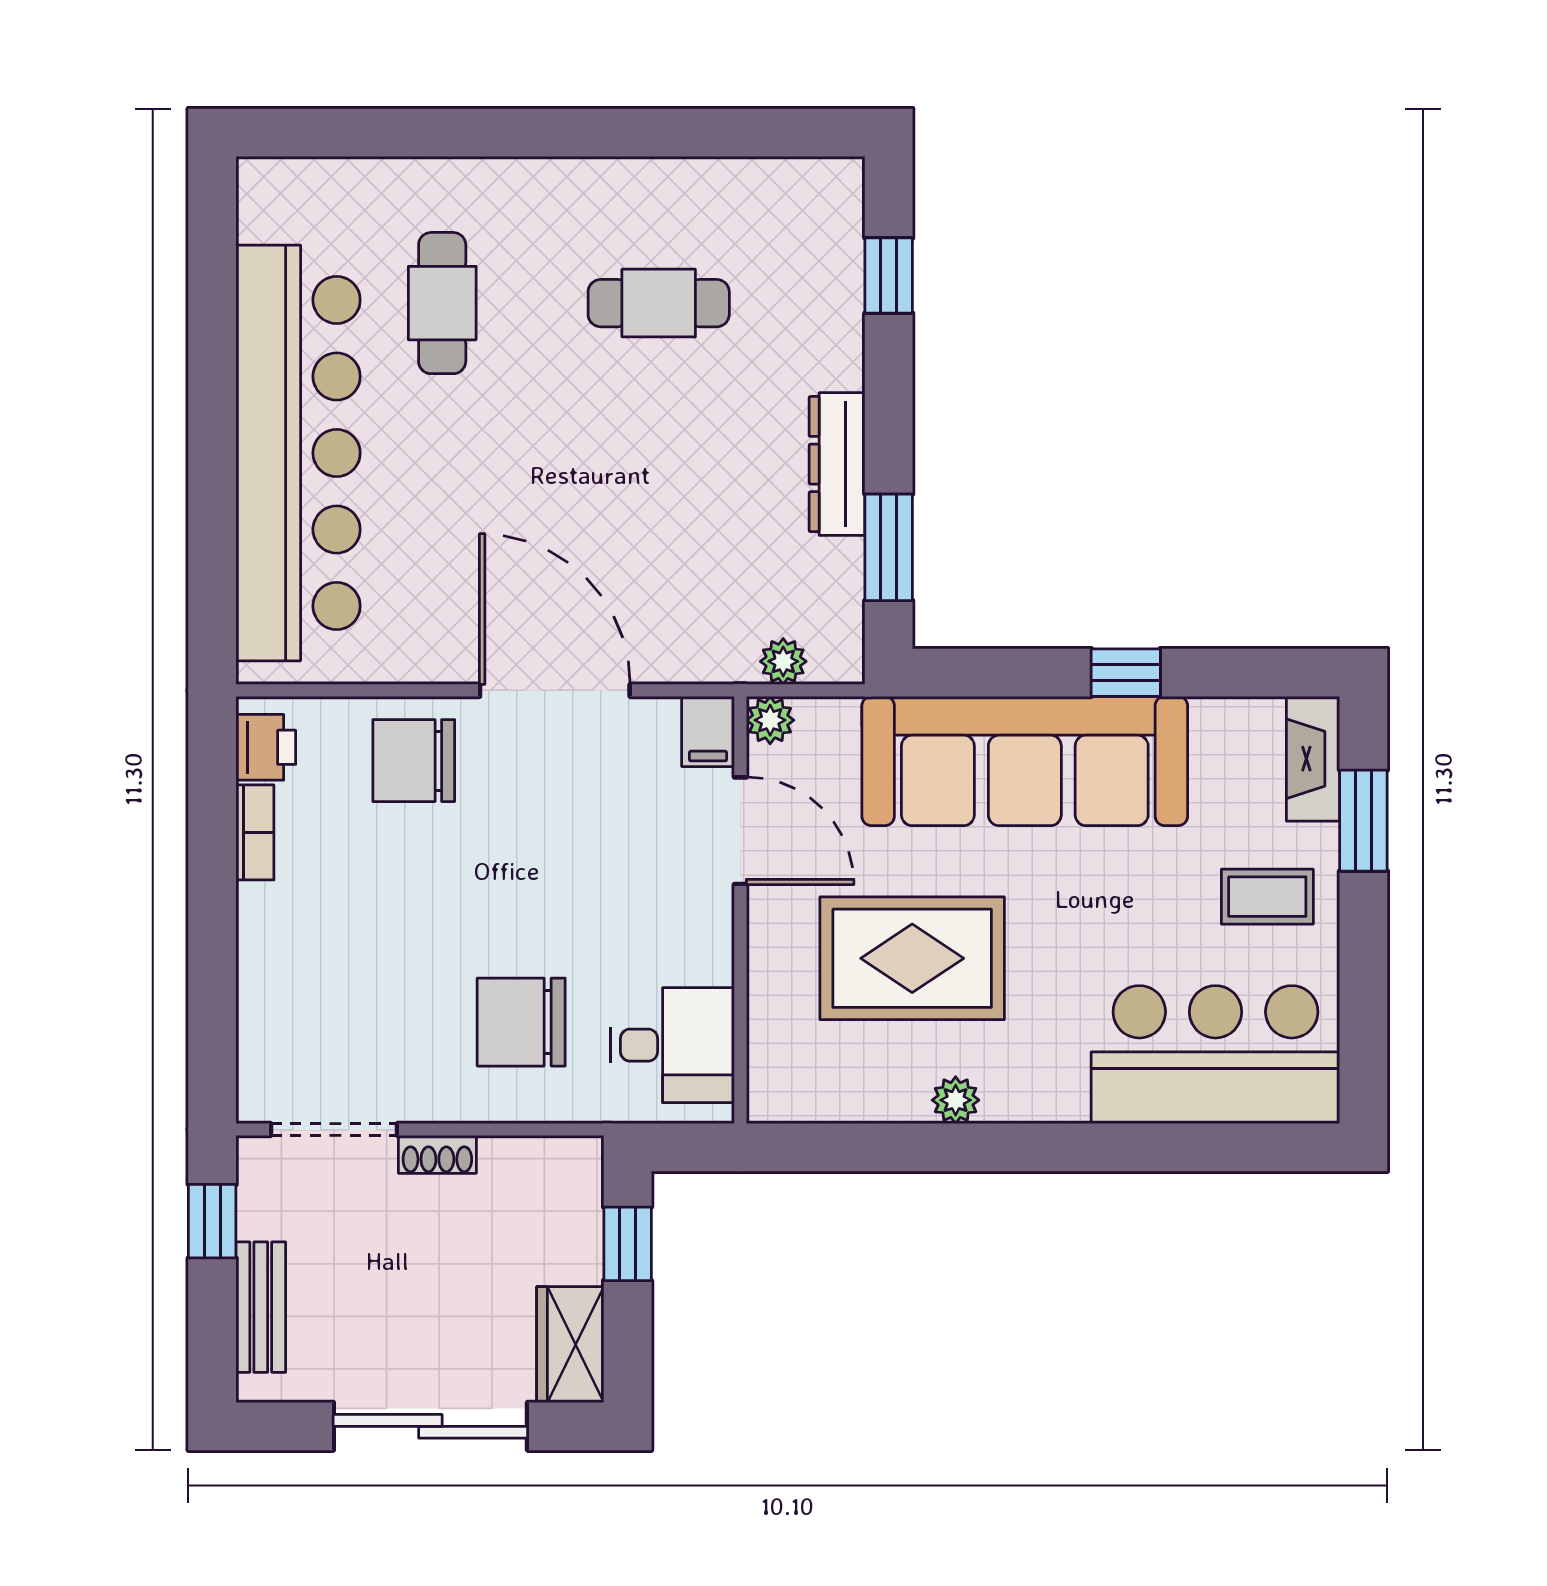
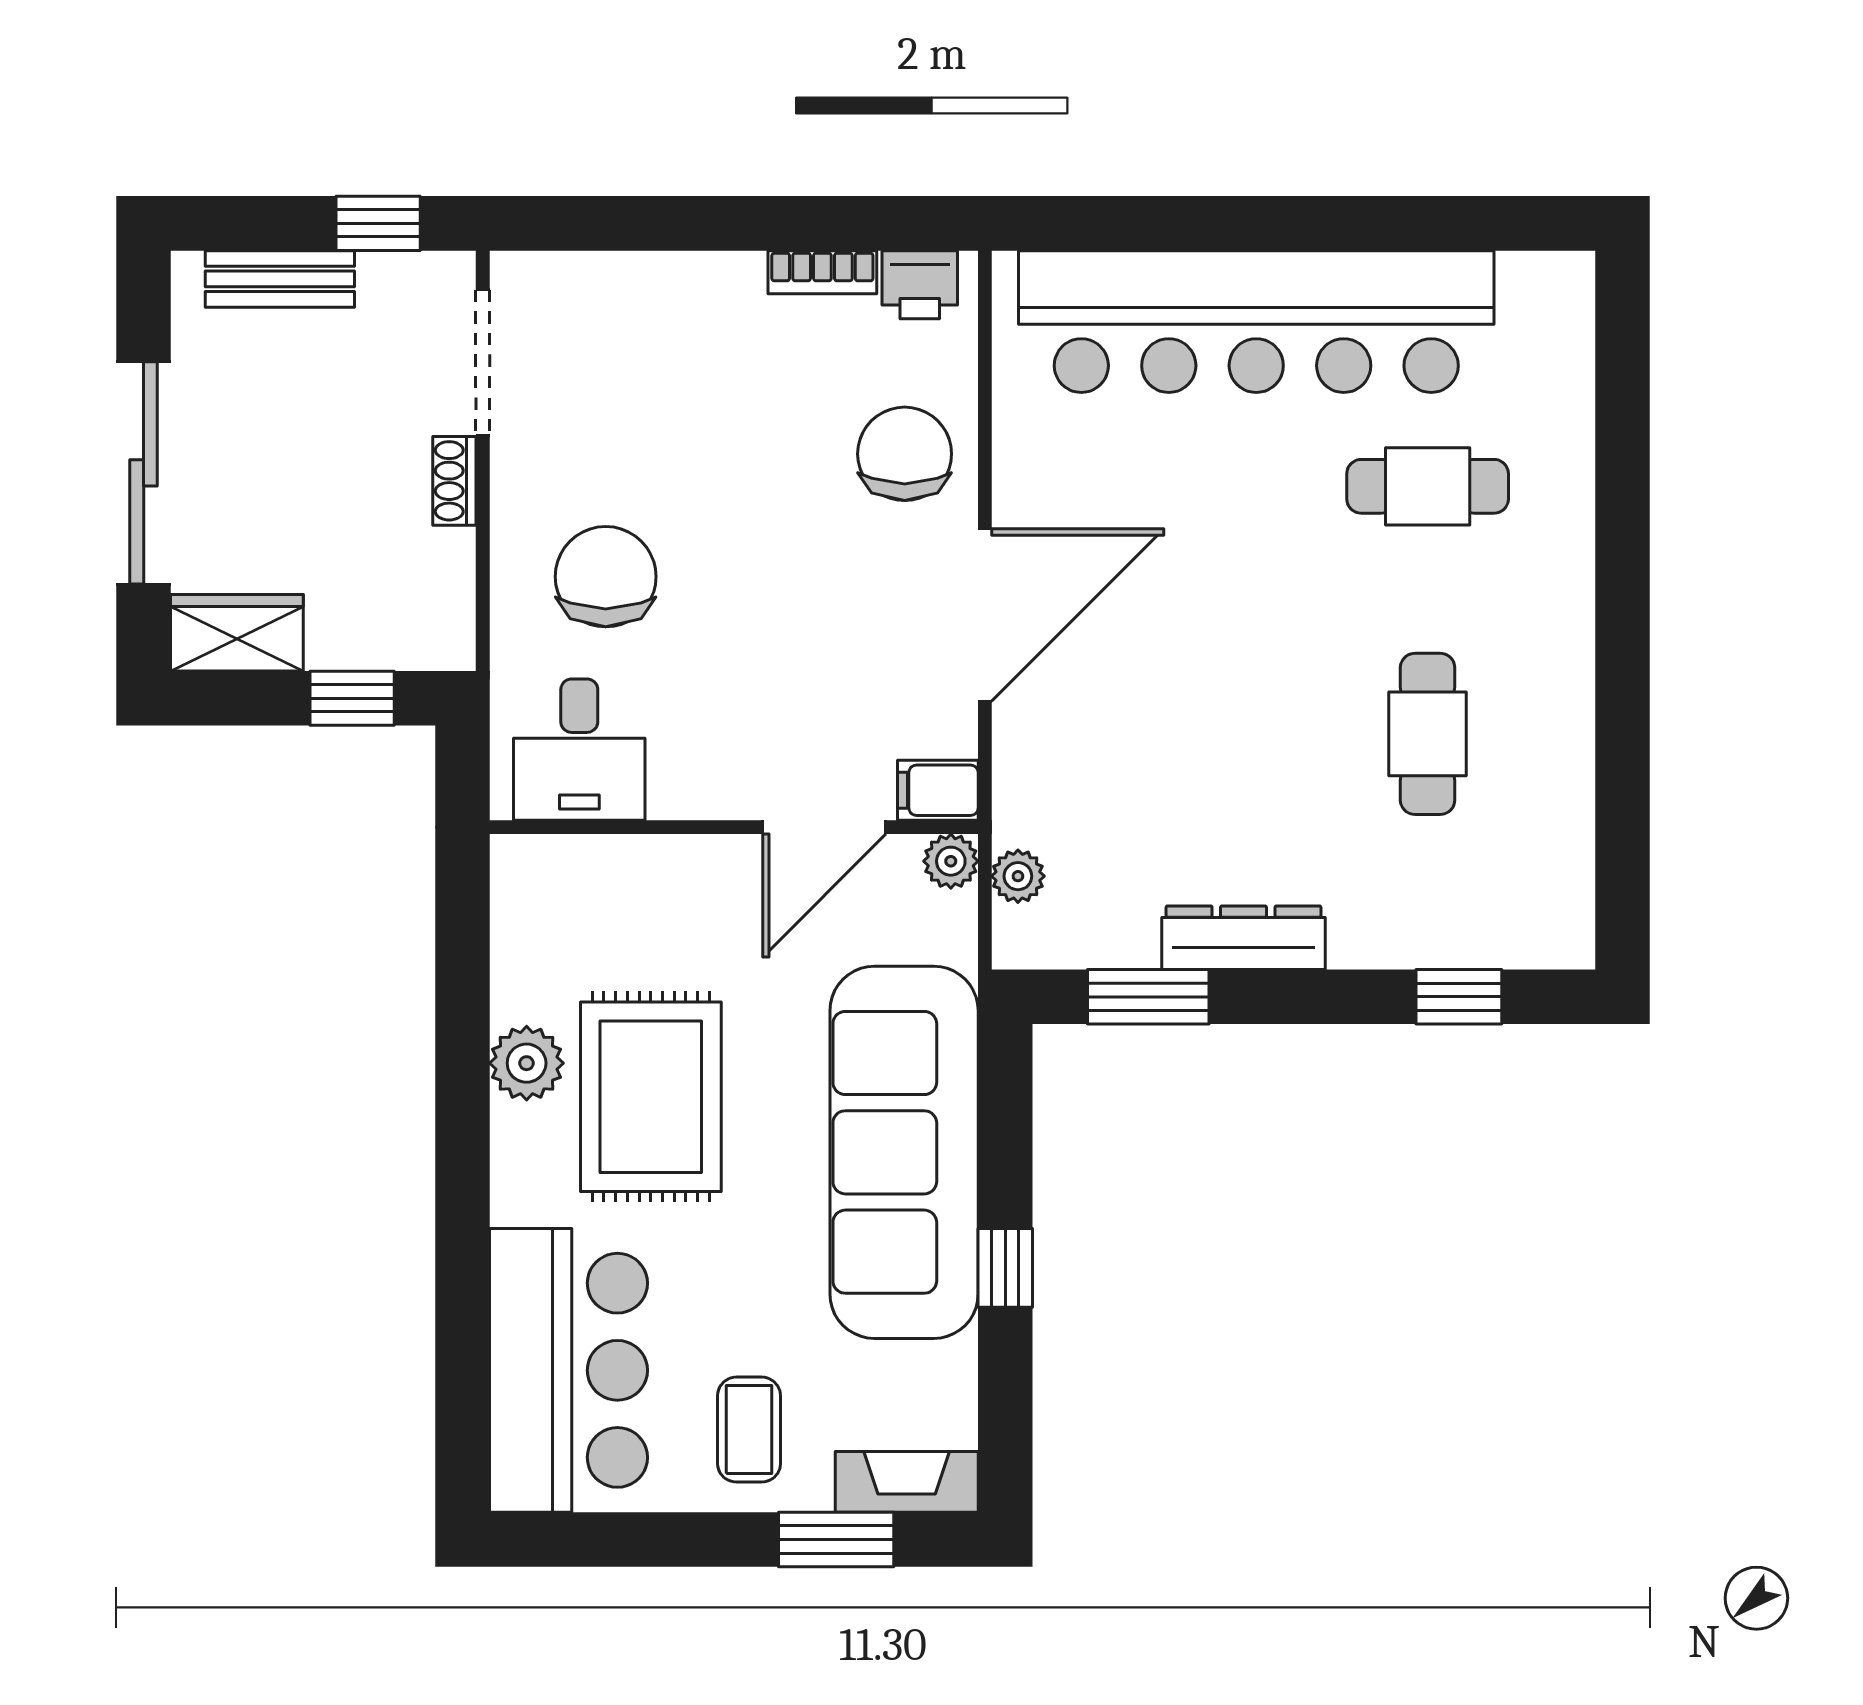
rug: (912, 958) -> (651, 1097), moved
plant: (956, 1100) -> (527, 1063), width x1.38, depth x1.38

